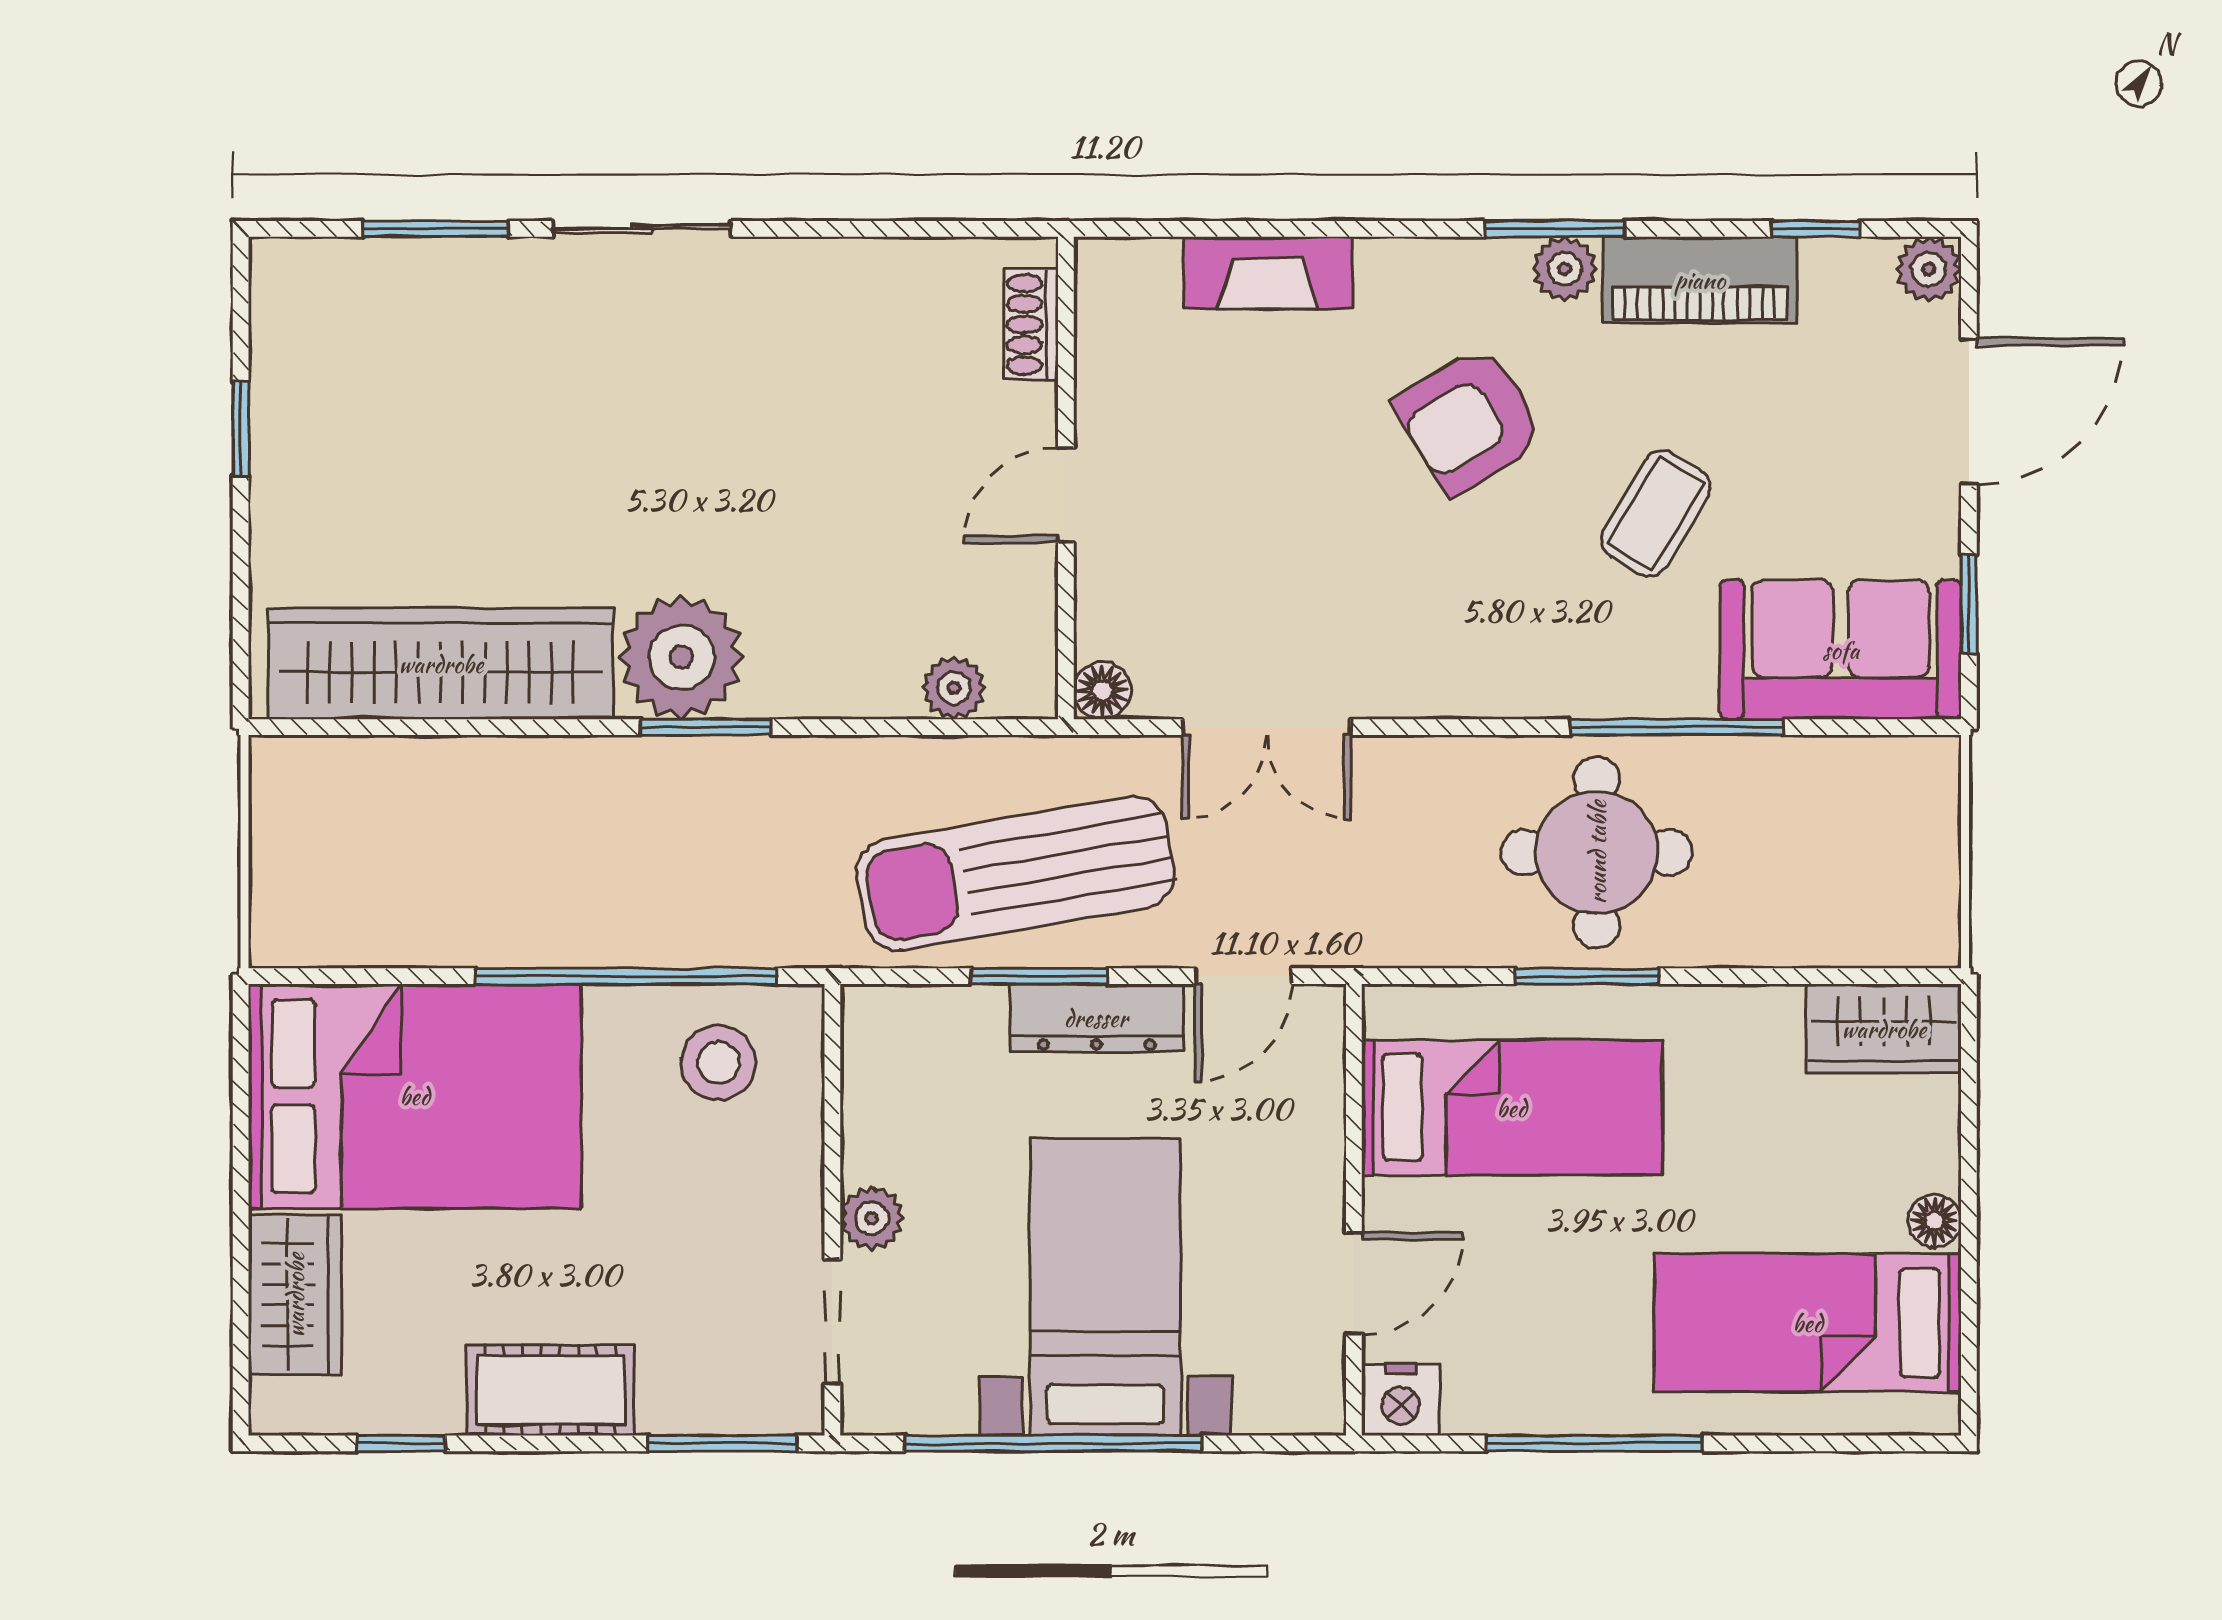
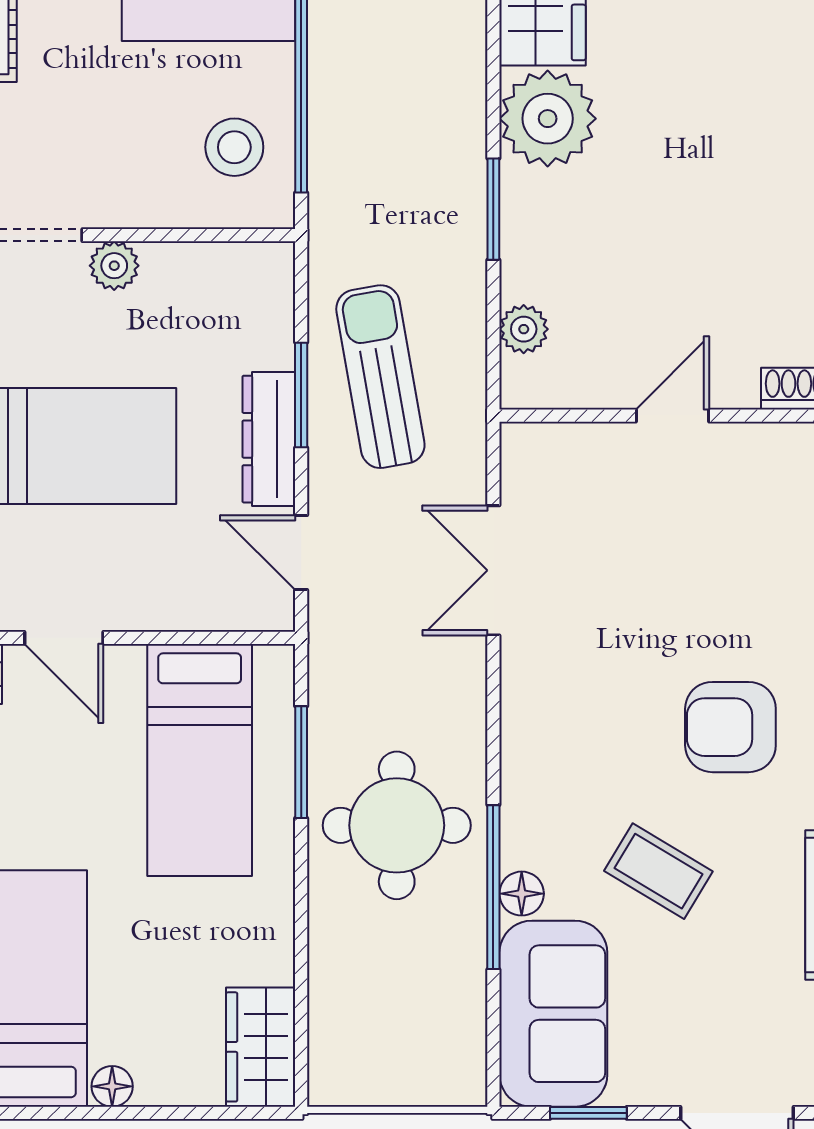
armchair: (1469, 420) -> (730, 727), turned -59
door: (1066, 495) -> (673, 416), hinge flipped
floor lamp: (1102, 691) -> (522, 894), moved
window: (706, 727) -> (493, 209), moved
sun lounger: (1015, 873) -> (380, 377), width x0.73, depth x0.75
window: (1587, 976) -> (301, 762), moved

